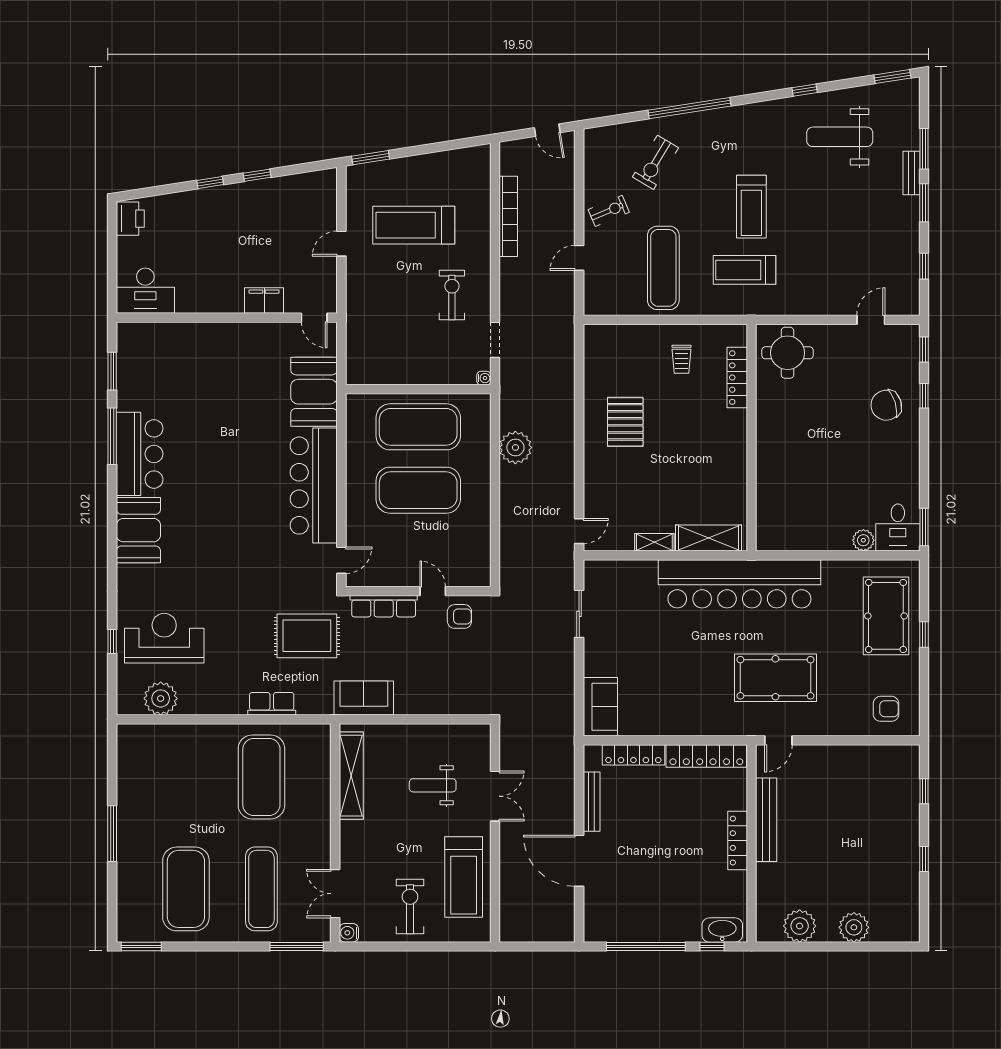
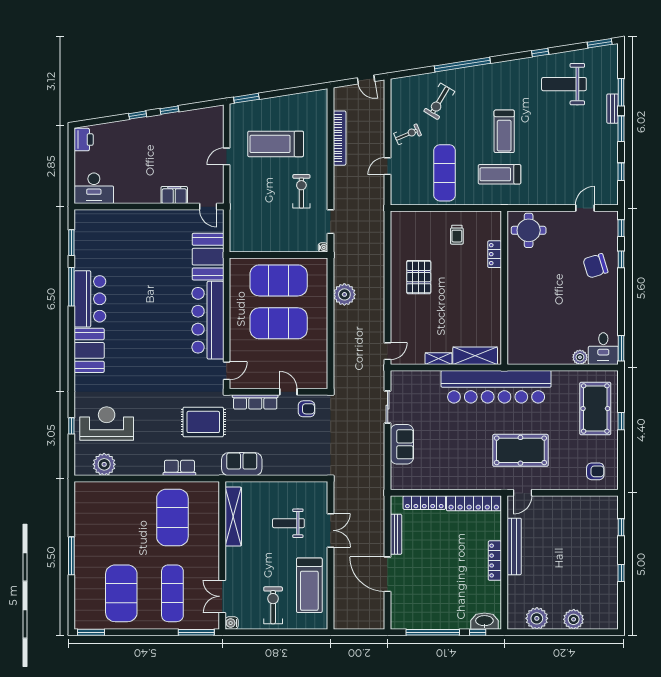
locker: (737, 378) -> (495, 254), width x0.66
sofa: (600, 707) -> (402, 444), moved

